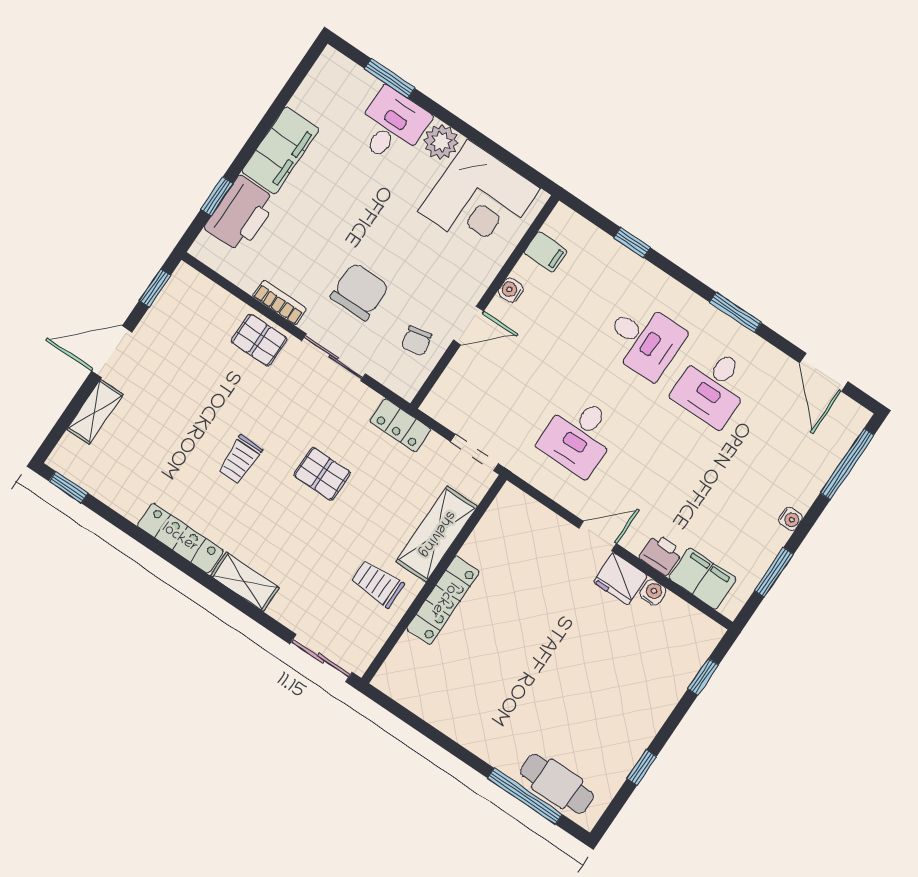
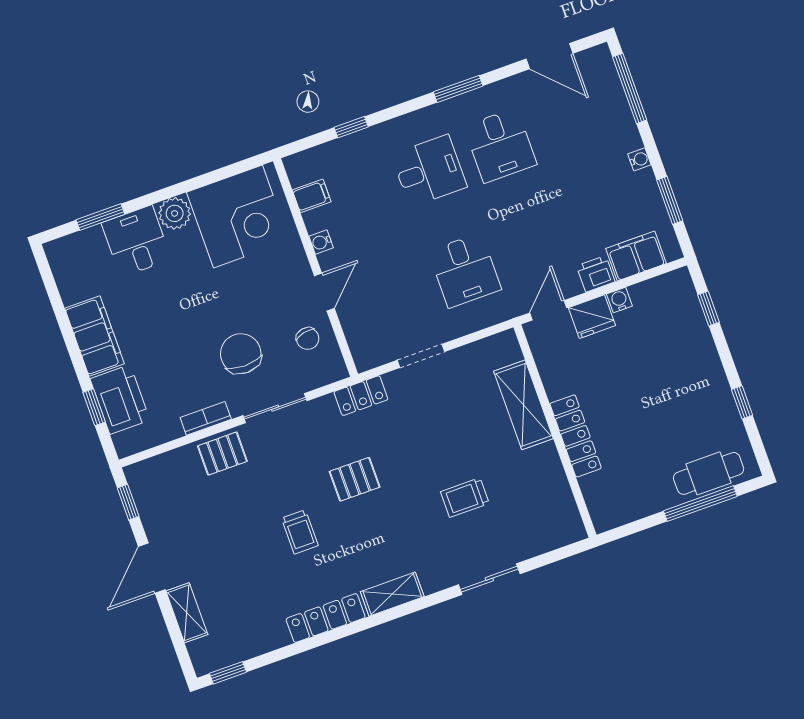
shelving: (437, 534) -> (523, 405), moved
wall: (434, 579) -> (555, 431), moved
locker: (443, 600) -> (576, 436), moved

